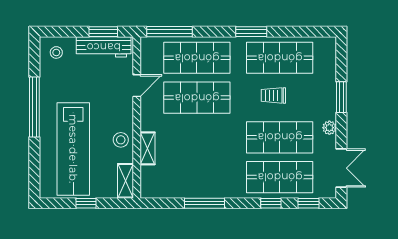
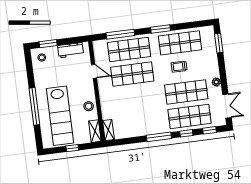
window: (103, 32) -> (48, 44), moved
window: (170, 32) -> (120, 34), moved
workbench: (104, 47) -> (71, 50), width x0.73
door: (137, 86) -> (94, 71), hinge flipped
window: (341, 97) -> (219, 43), moved
window: (34, 107) -> (34, 106), moved
shelving: (147, 148) -> (108, 130), moved
window: (204, 203) -> (159, 137), moved

